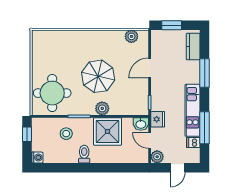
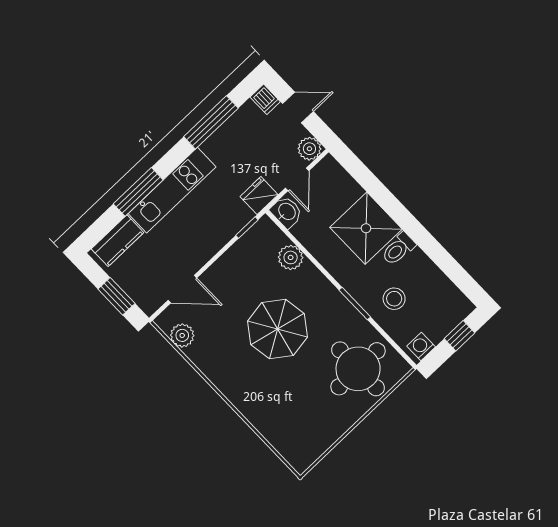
door: (150, 68) -> (182, 289), moved
plant: (102, 108) -> (291, 257), moved
kitchen unit: (192, 110) -> (172, 190), moved
shower: (107, 131) -> (366, 228), moved
window: (27, 134) -> (460, 336), moved
dishwasher: (193, 142) -> (265, 99), moved
washing machine: (37, 158) -> (421, 346), moved

